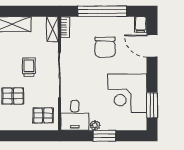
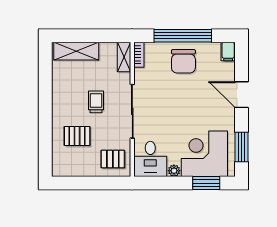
door: (152, 46) -> (242, 95), moved
chair: (105, 47) -> (183, 61), moved
corner desk: (127, 93) -> (204, 154), moved, turned 90
window: (105, 136) -> (206, 183), moved

